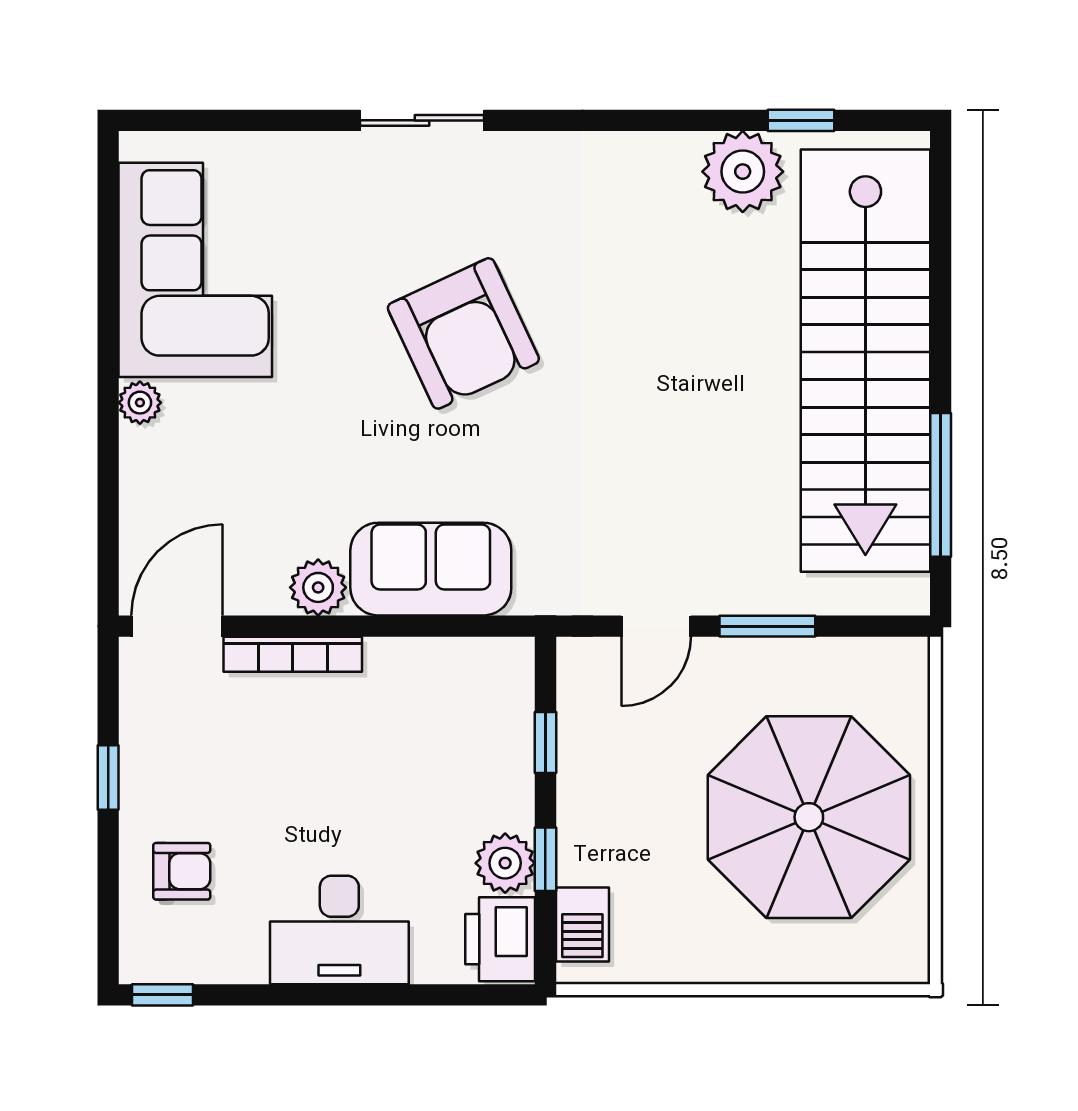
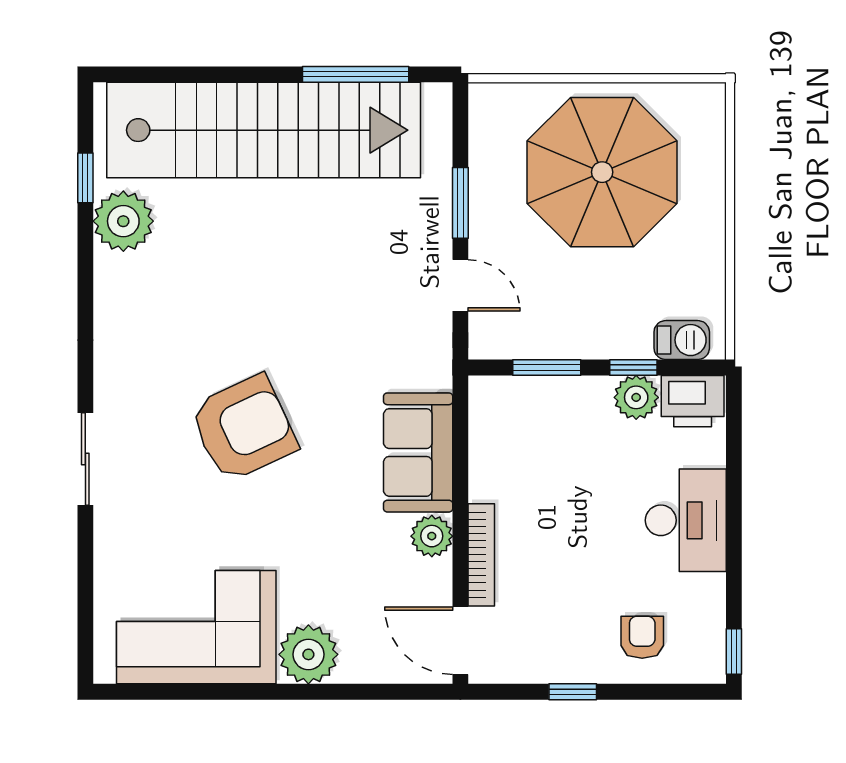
plant: (140, 403) -> (308, 654), width x1.88, depth x1.88
window: (545, 743) -> (547, 367), width x1.50

